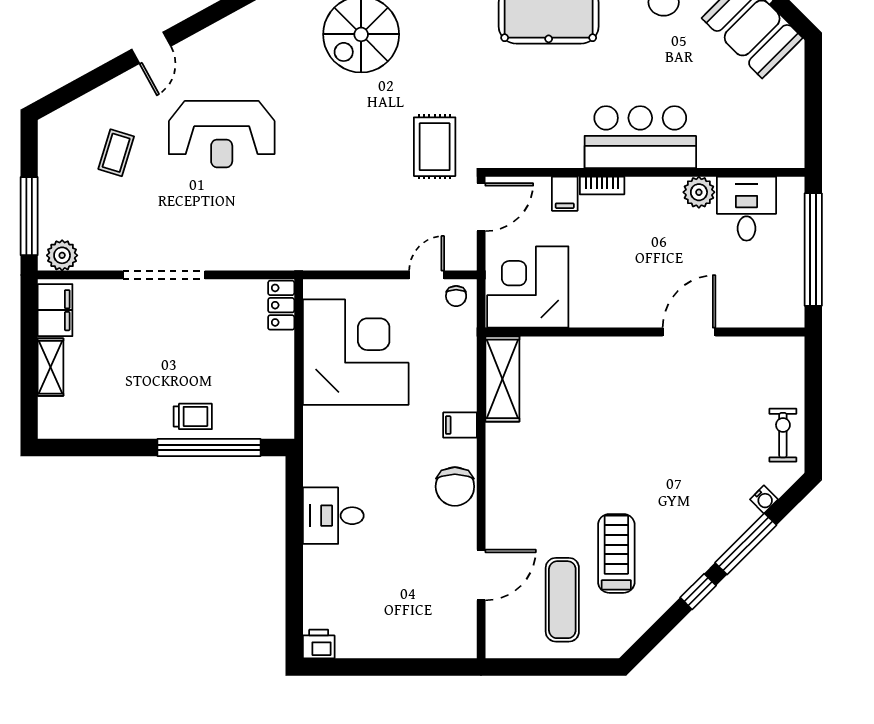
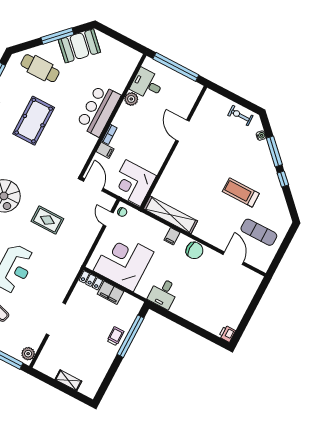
rug: (435, 147) -> (47, 220), moved
filing cabinet: (55, 310) -> (111, 293), moved, turned 180
shelving: (502, 379) -> (171, 215), width x1.47
desk: (333, 516) -> (163, 293), moved
treadmill: (616, 553) -> (241, 192), moved

